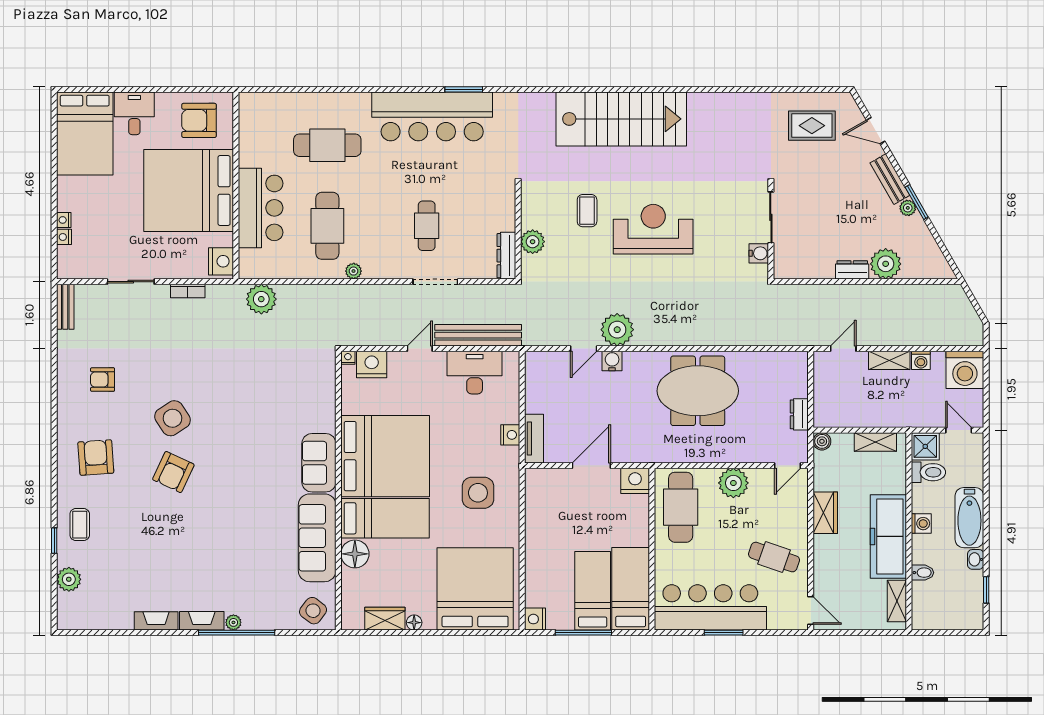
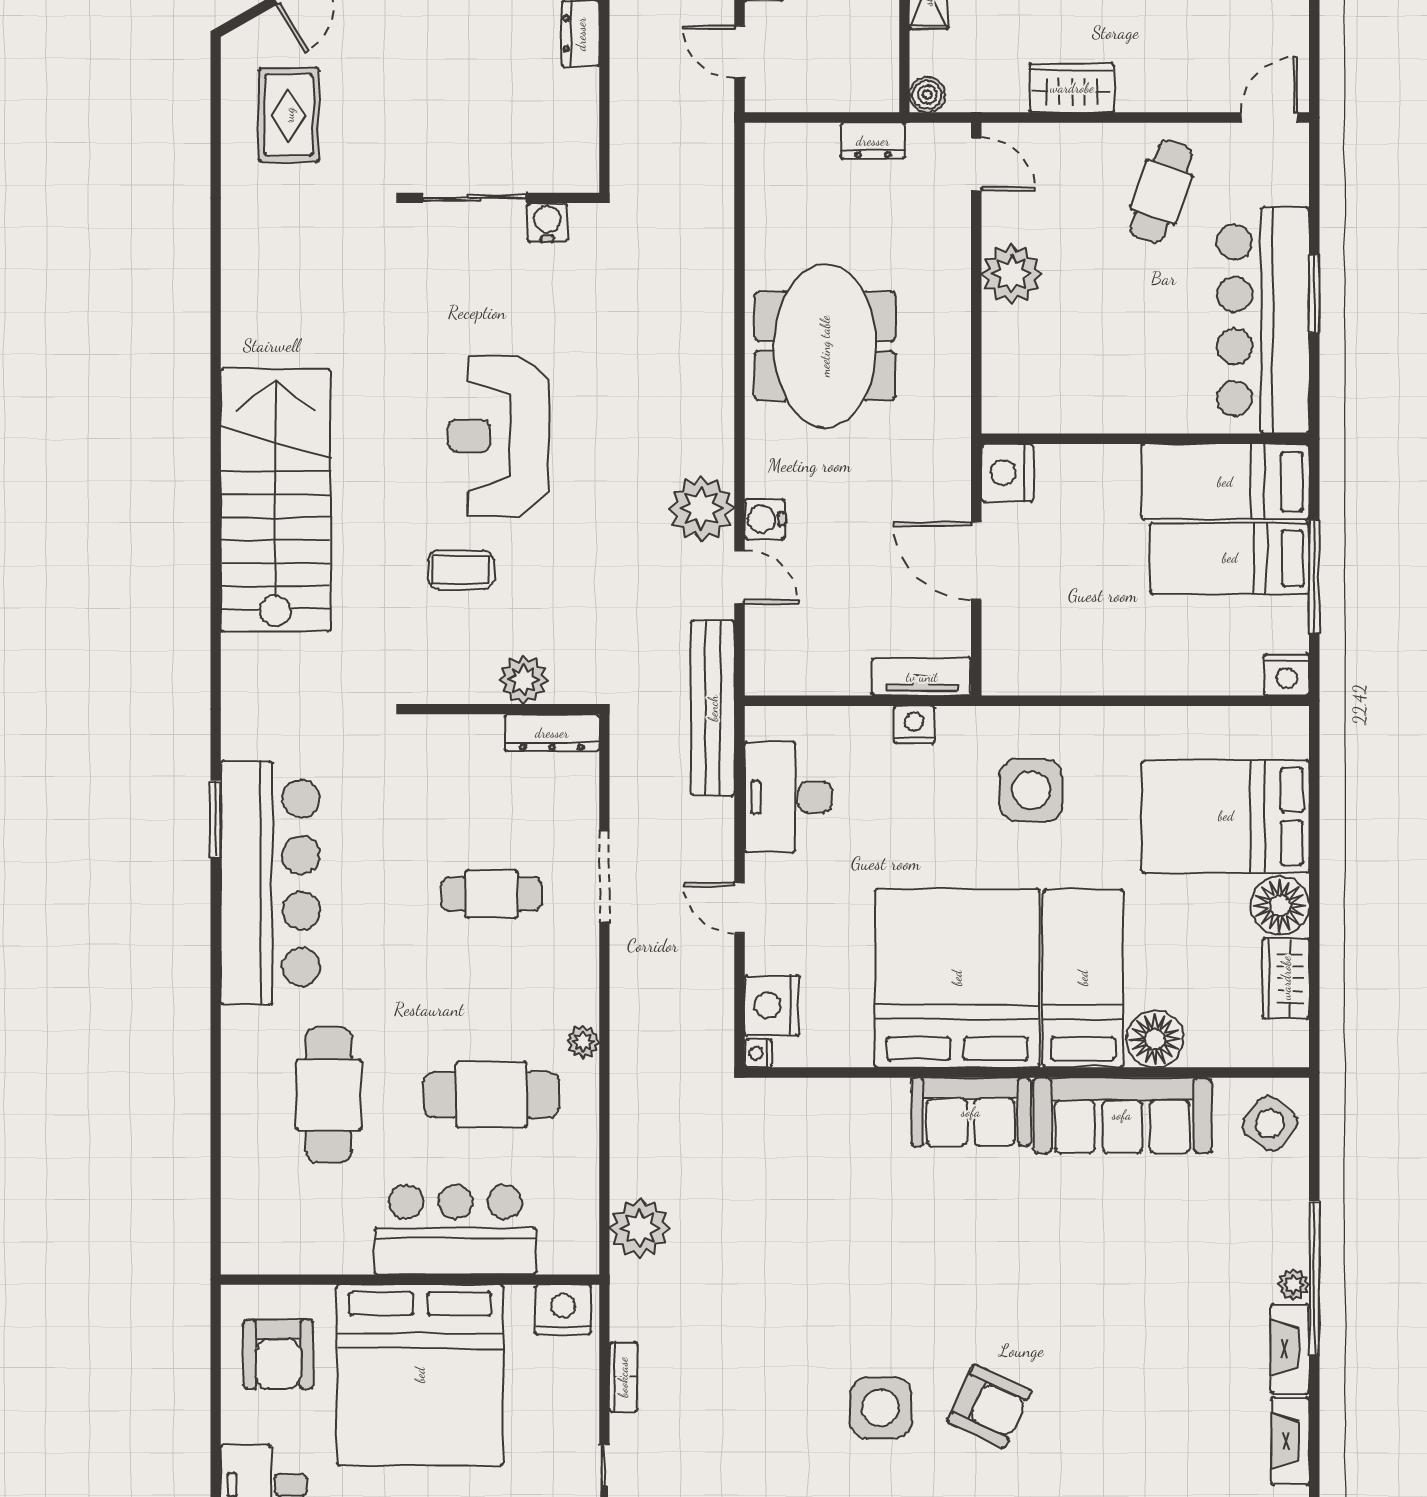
bench: (478, 335) -> (713, 708), moved
side table: (172, 418) -> (881, 1408), turned 33
cafe table: (681, 507) -> (1060, 380), removed
bed: (475, 589) -> (1226, 816), width x0.73
floor lamp: (414, 623) -> (1280, 906), width x1.89, depth x1.89

